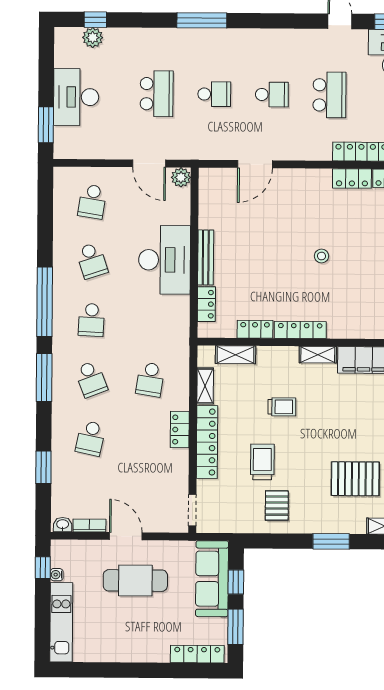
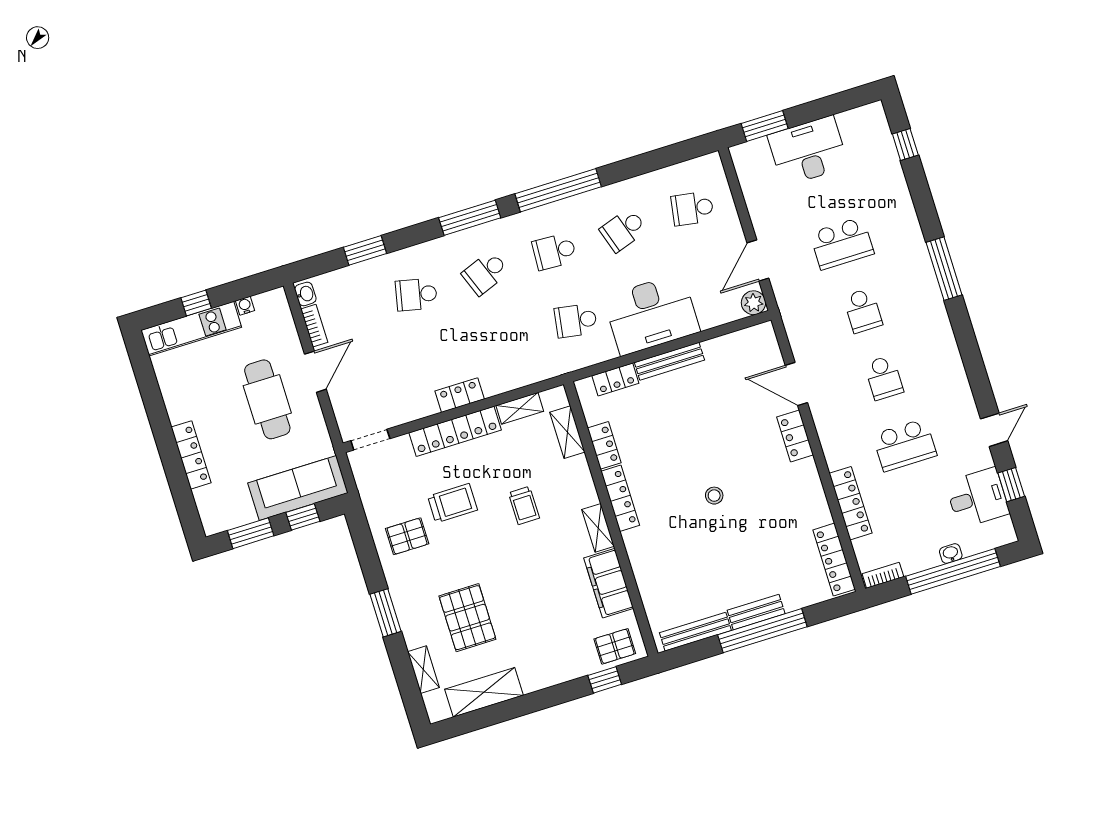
plant: (93, 38) -> (883, 148), removed
locker: (352, 178) -> (795, 436), moved
school desk: (150, 379) -> (576, 321), moved
window: (43, 568) -> (196, 303), moved
locker: (197, 654) -> (191, 455), moved

